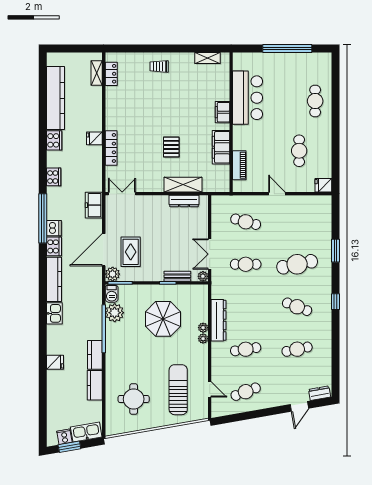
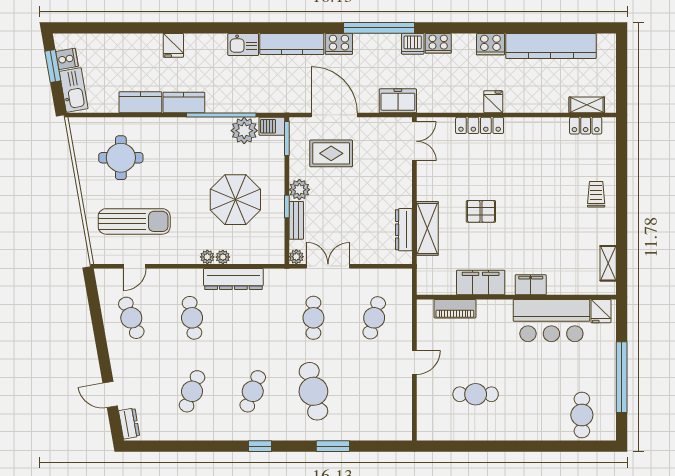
cafe table: (315, 101) -> (582, 415), moved, turned 90
fridge: (323, 185) -> (601, 311), moved, turned 180
dishwasher: (54, 228) -> (413, 44), moved
plant: (113, 274) -> (299, 190), moved
cafe table: (297, 349) -> (192, 391), turned 33

